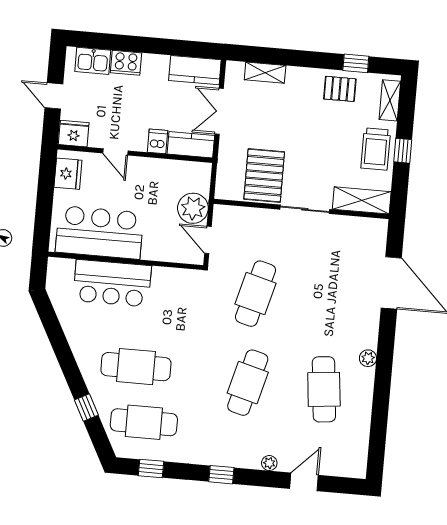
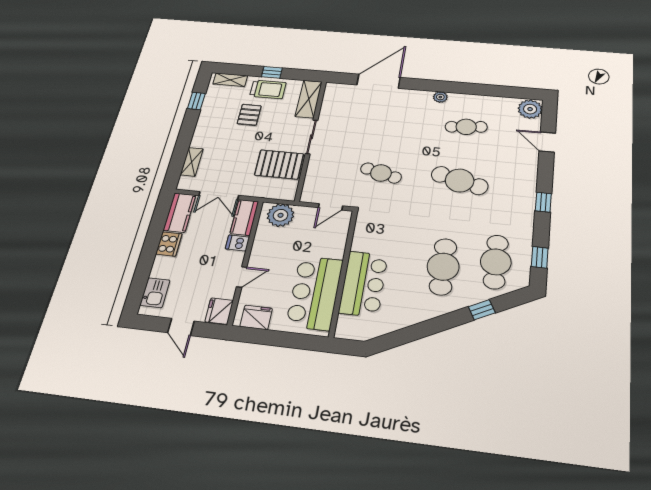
cooker: (126, 63) -> (169, 244), moved
pallet: (340, 89) -> (249, 115), moved
door: (54, 96) -> (181, 327), hinge flipped
plant: (193, 208) -> (281, 215), moved
cafe table: (256, 294) -> (381, 173), width x0.73, depth x0.74
cafe table: (324, 389) -> (466, 127), width x0.73, depth x0.74
plant: (269, 463) -> (530, 109), moved, width x1.87, depth x1.87

